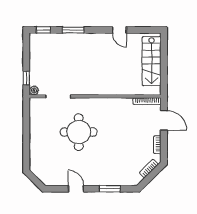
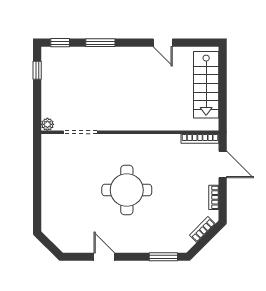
window: (26, 78) -> (37, 70), moved
round table: (79, 132) -> (127, 190), moved
window: (110, 189) -> (163, 257), moved

